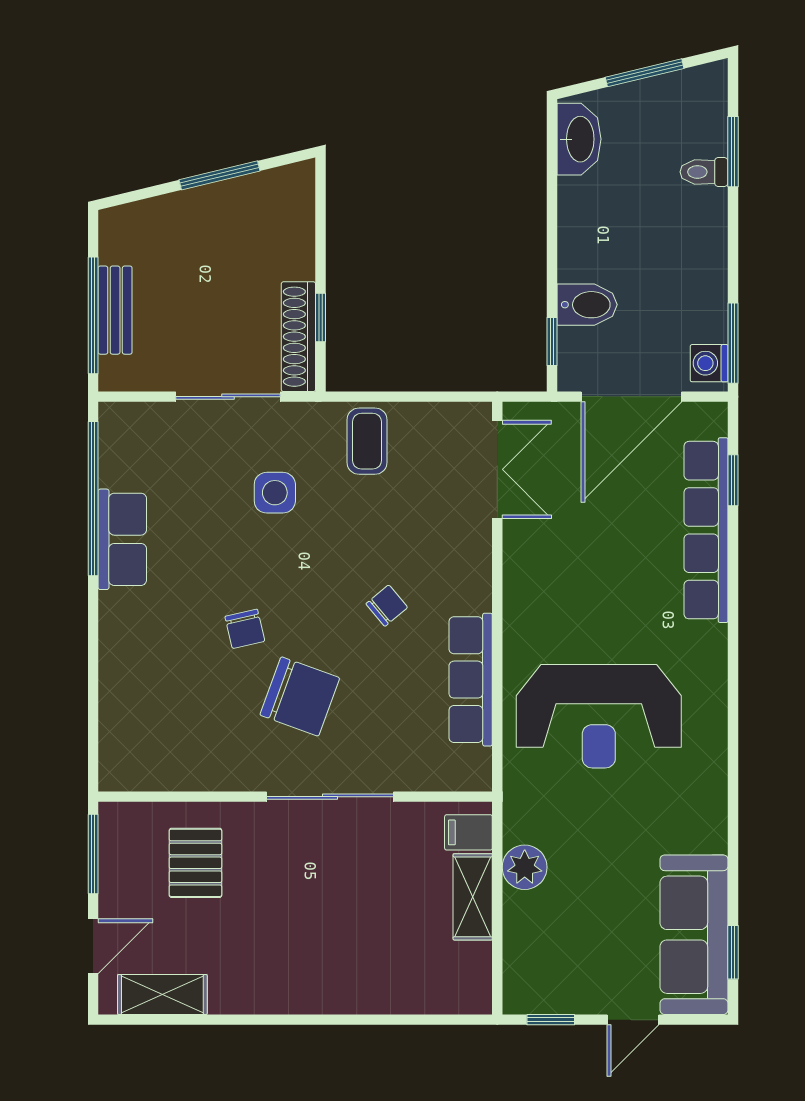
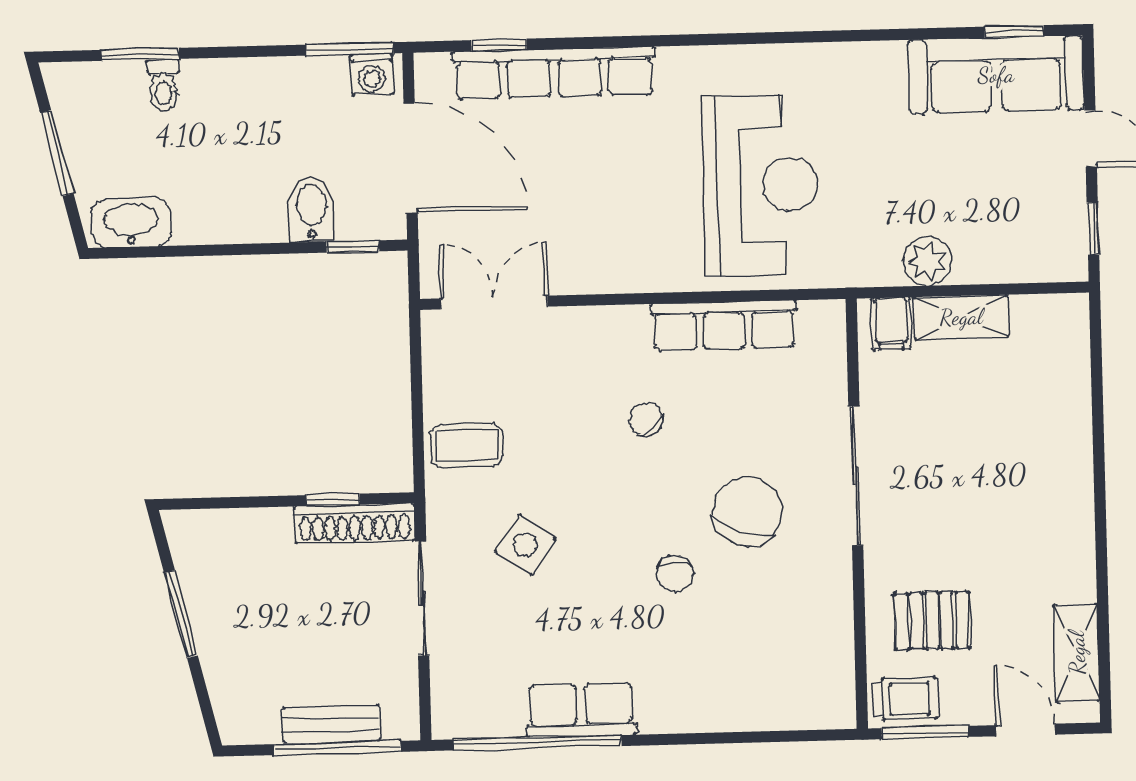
side table: (275, 493) -> (526, 545), turned 35
chair: (245, 629) -> (675, 573), turned 103
trolley: (125, 837) -> (905, 699), added

